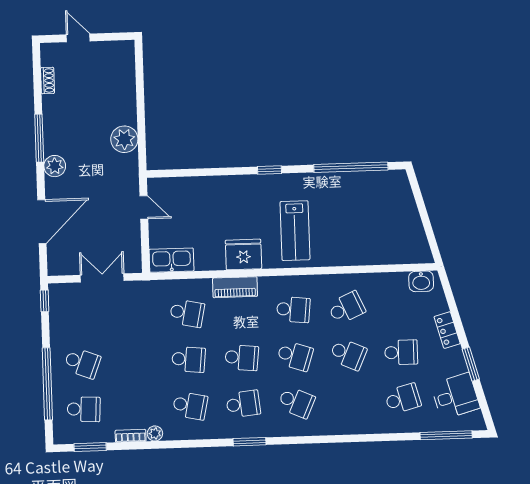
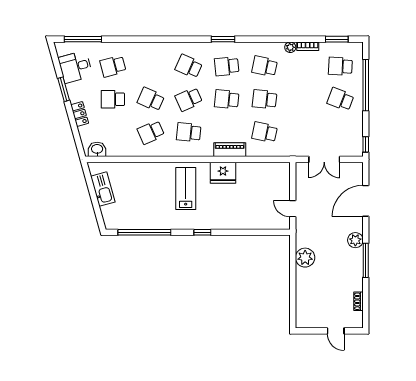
kitchen sink: (171, 260) -> (103, 189), moved, turned -106
school desk: (295, 356) -> (189, 99), turned -42

